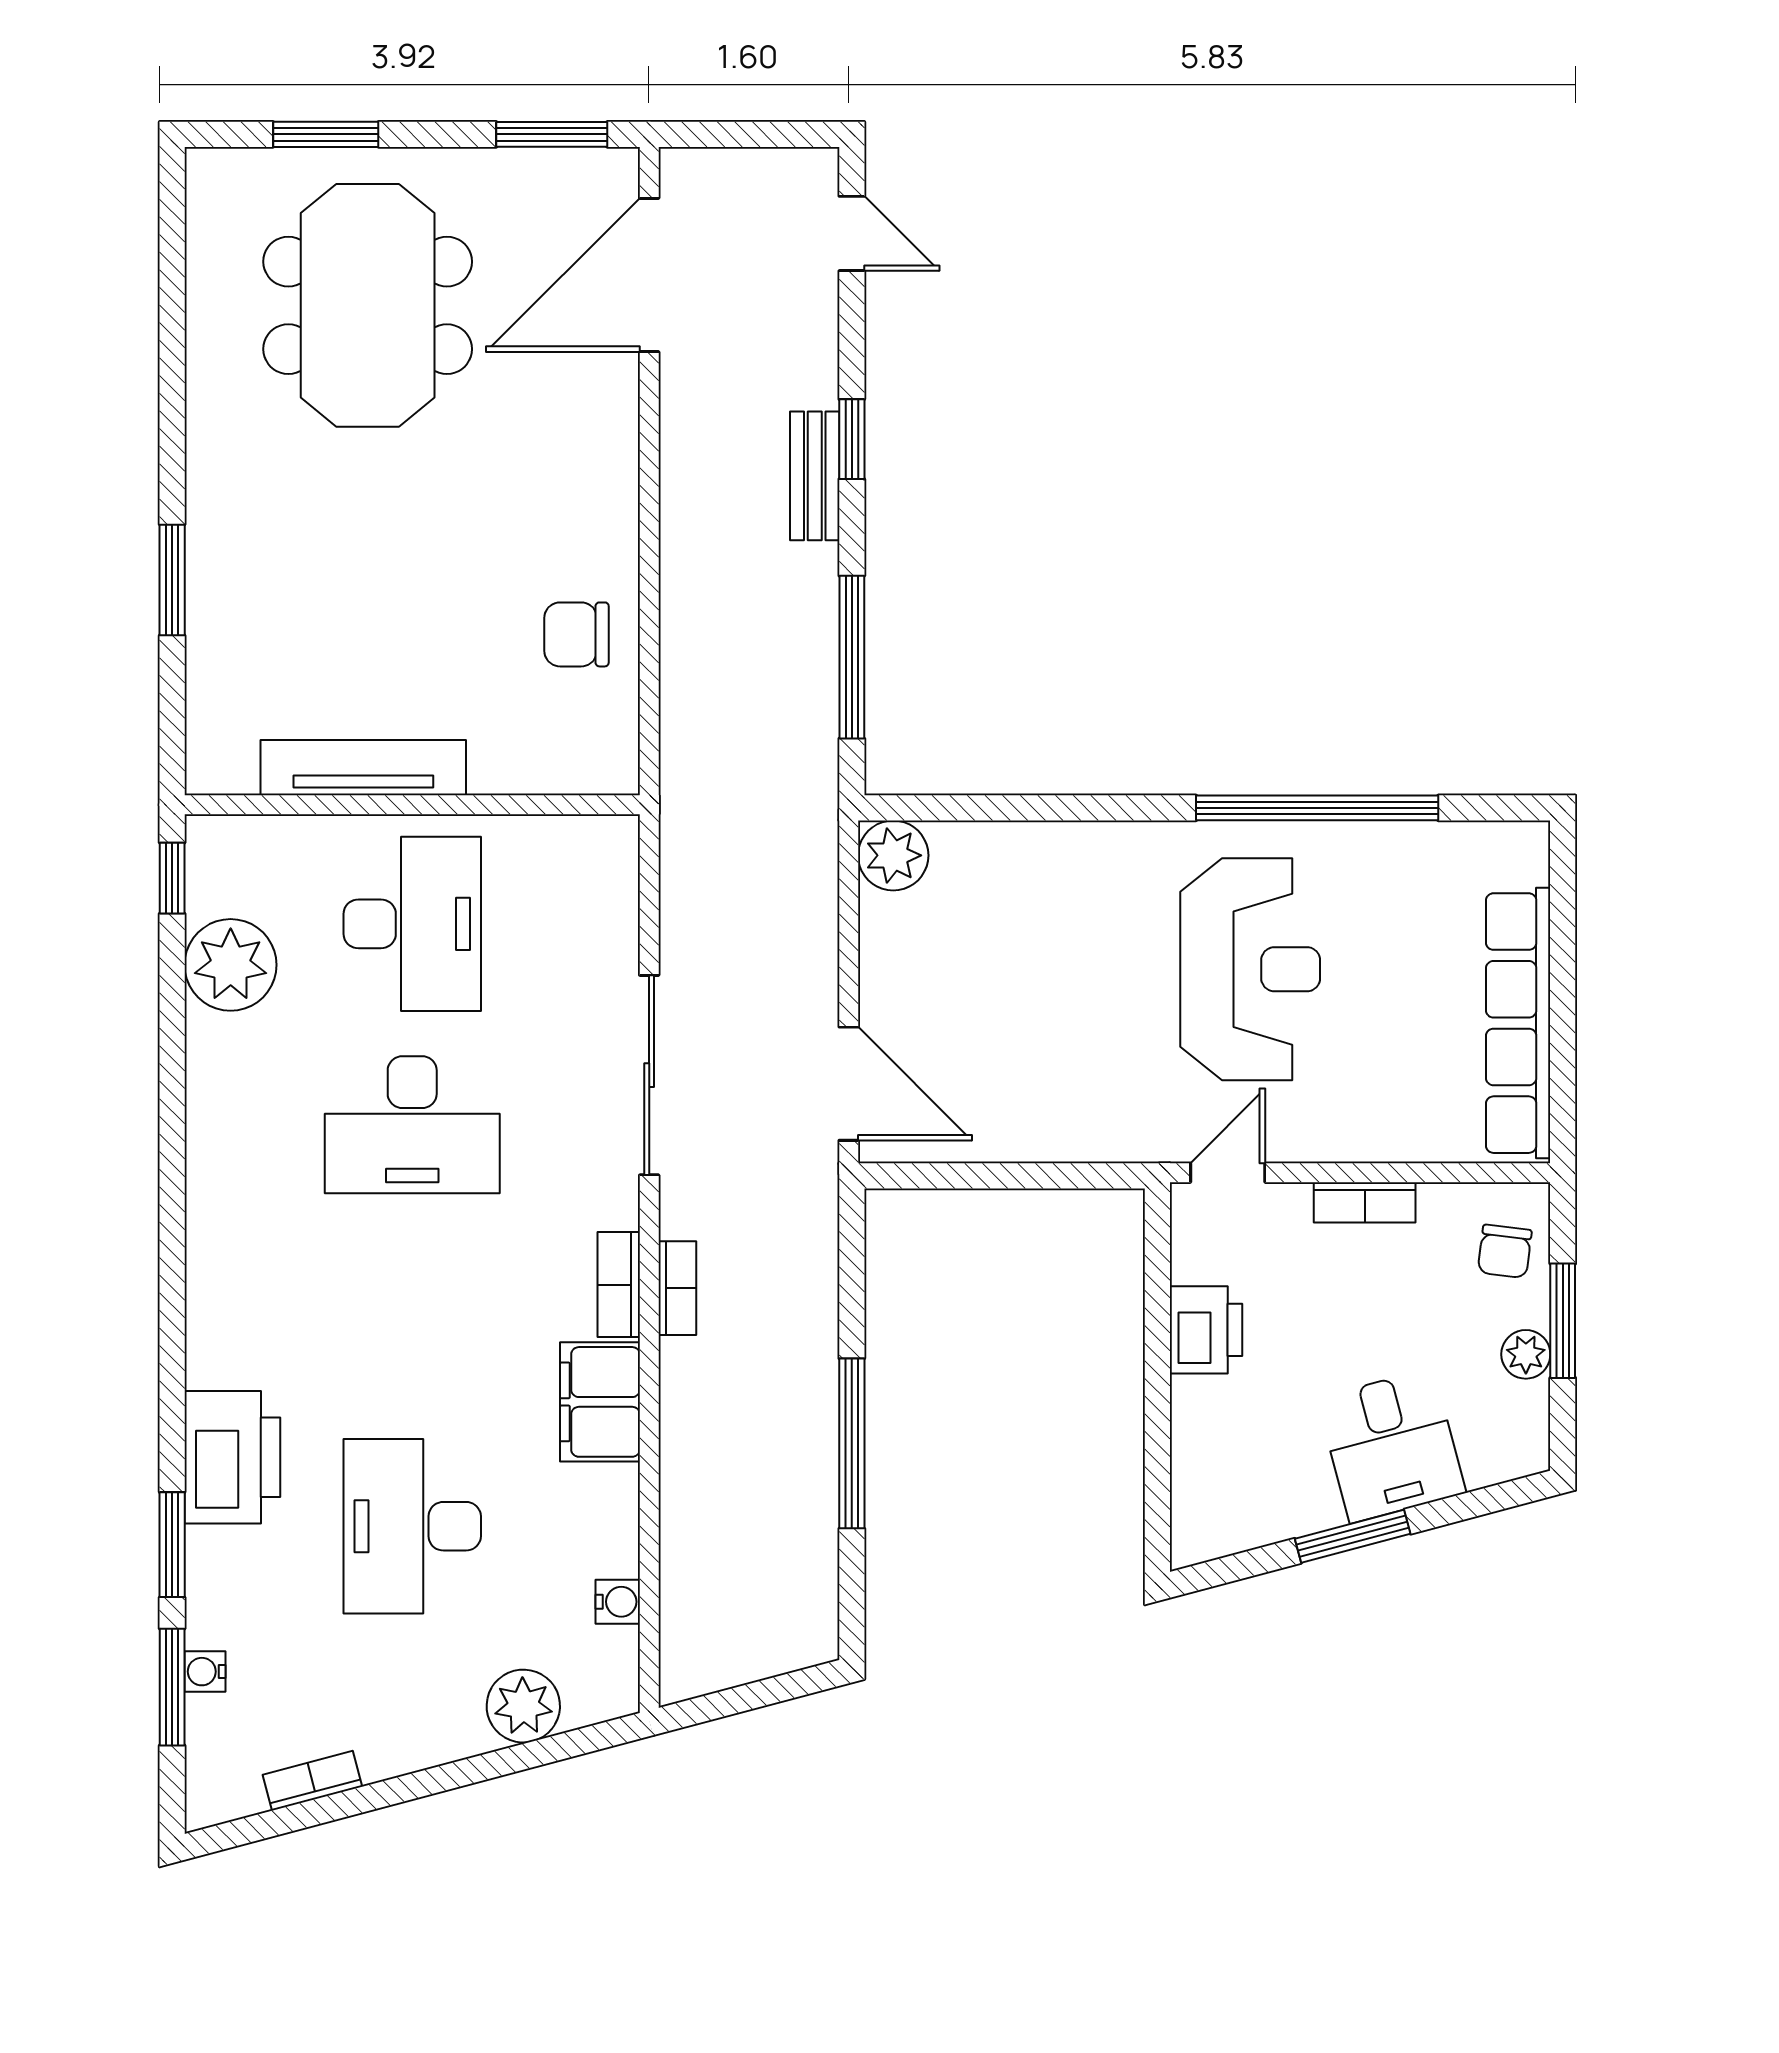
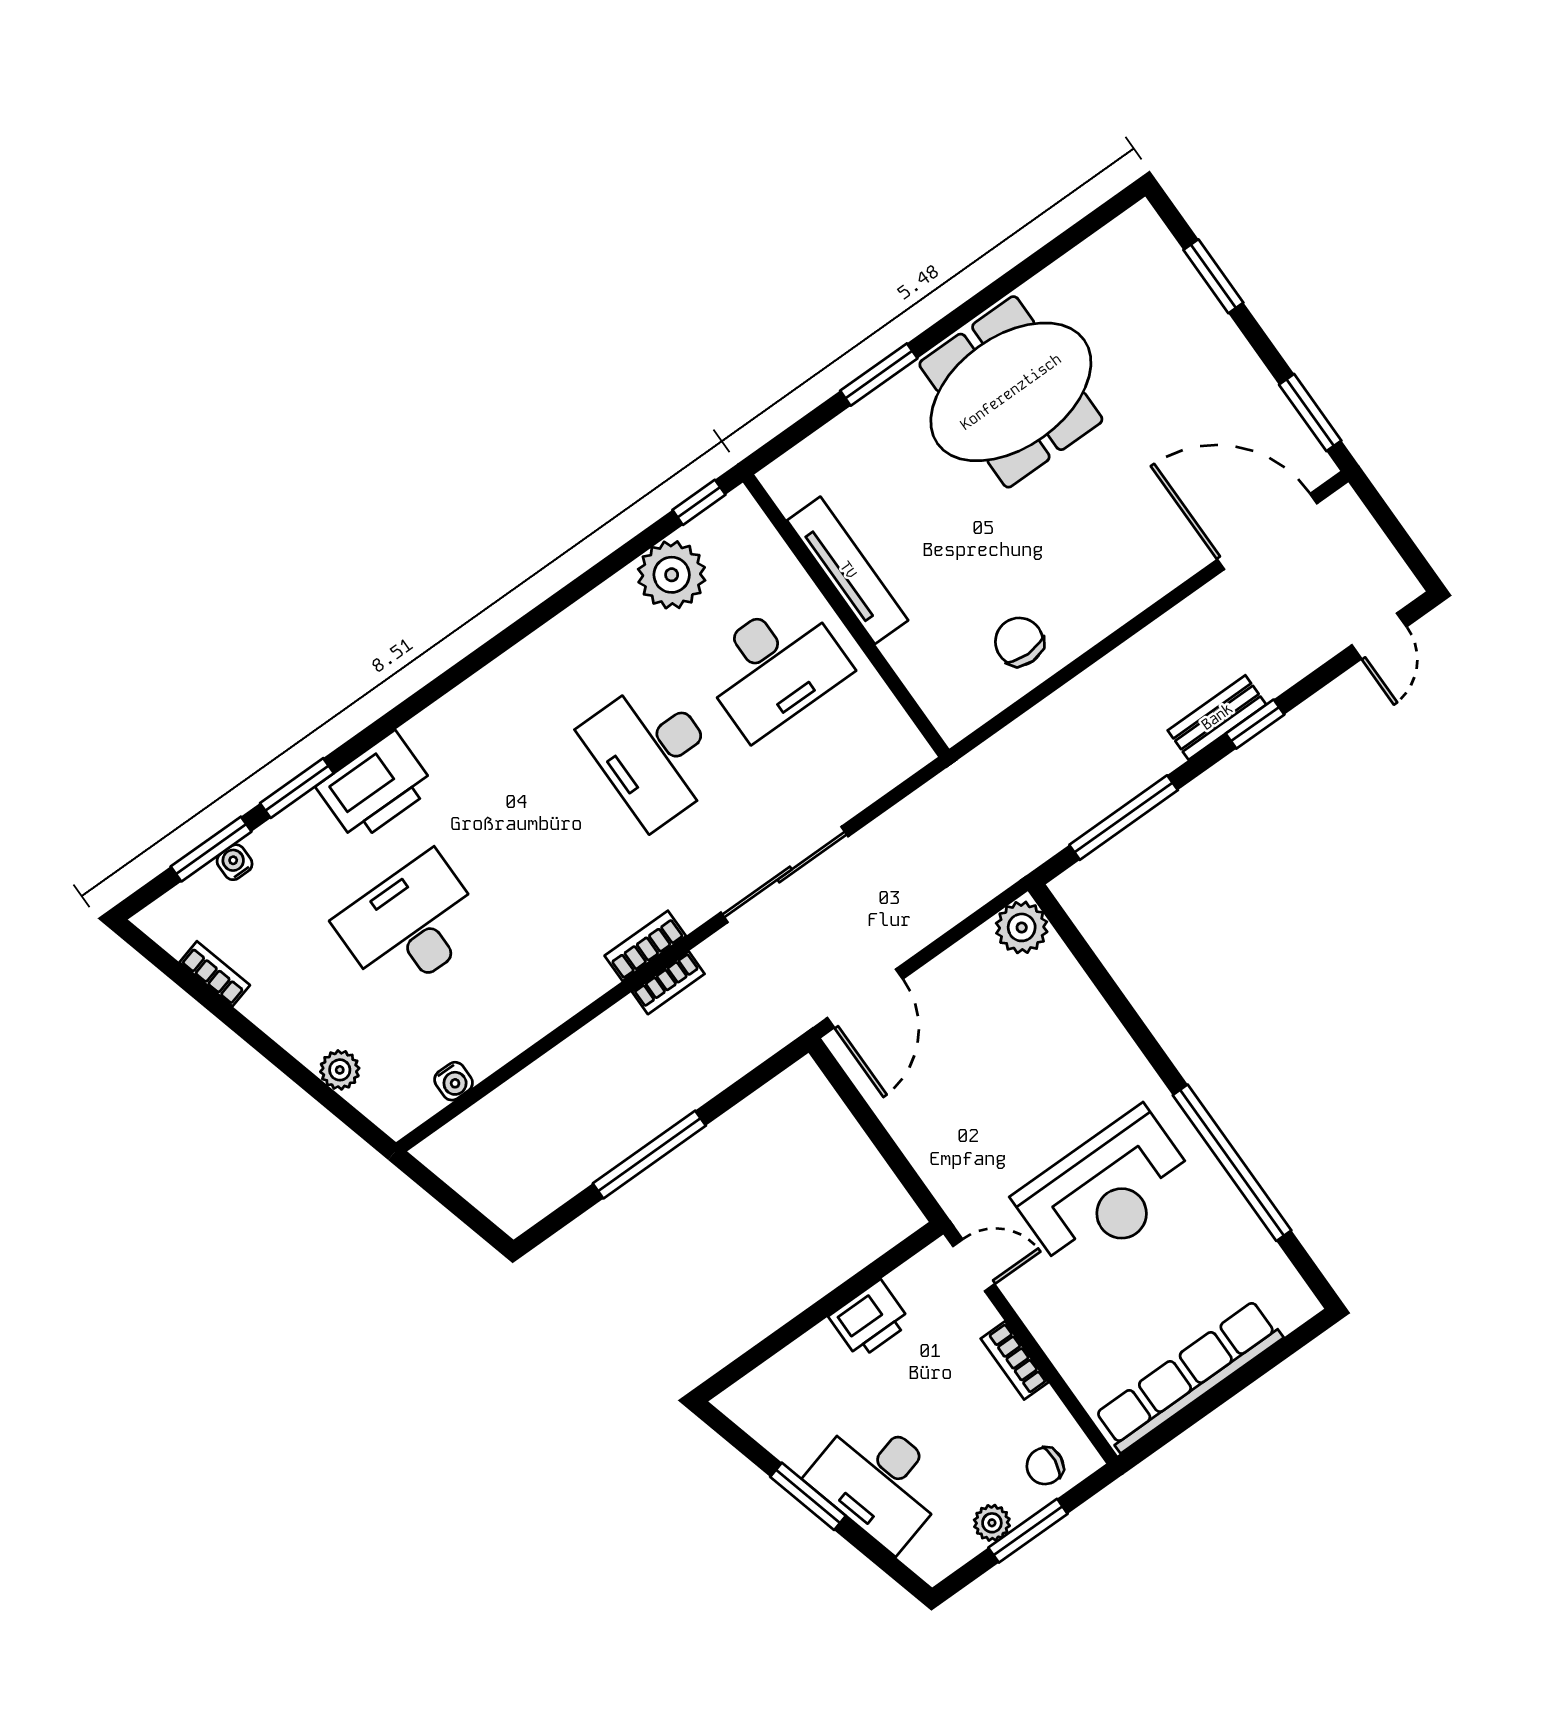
meeting table: (368, 305) -> (1011, 392), moved
filing cabinet: (600, 1402) -> (566, 985), removed
desk: (1391, 1446) -> (879, 1481), width x1.37
plant: (523, 1706) -> (340, 1070), width x0.73, depth x0.73

